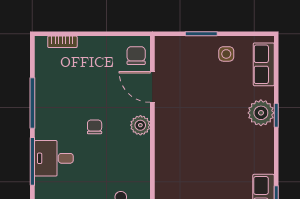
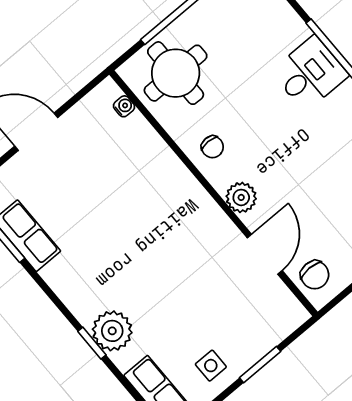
door: (152, 87) -> (265, 254), hinge flipped
chair: (95, 127) -> (212, 147), moved

